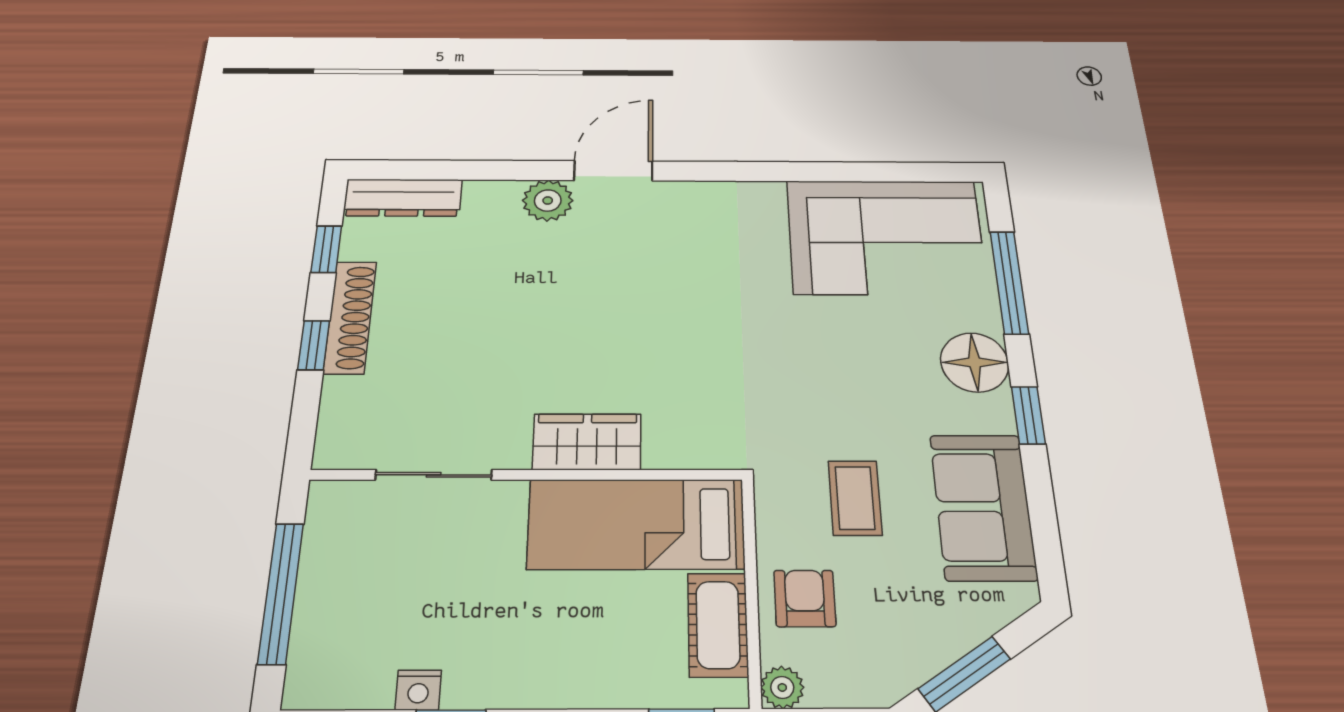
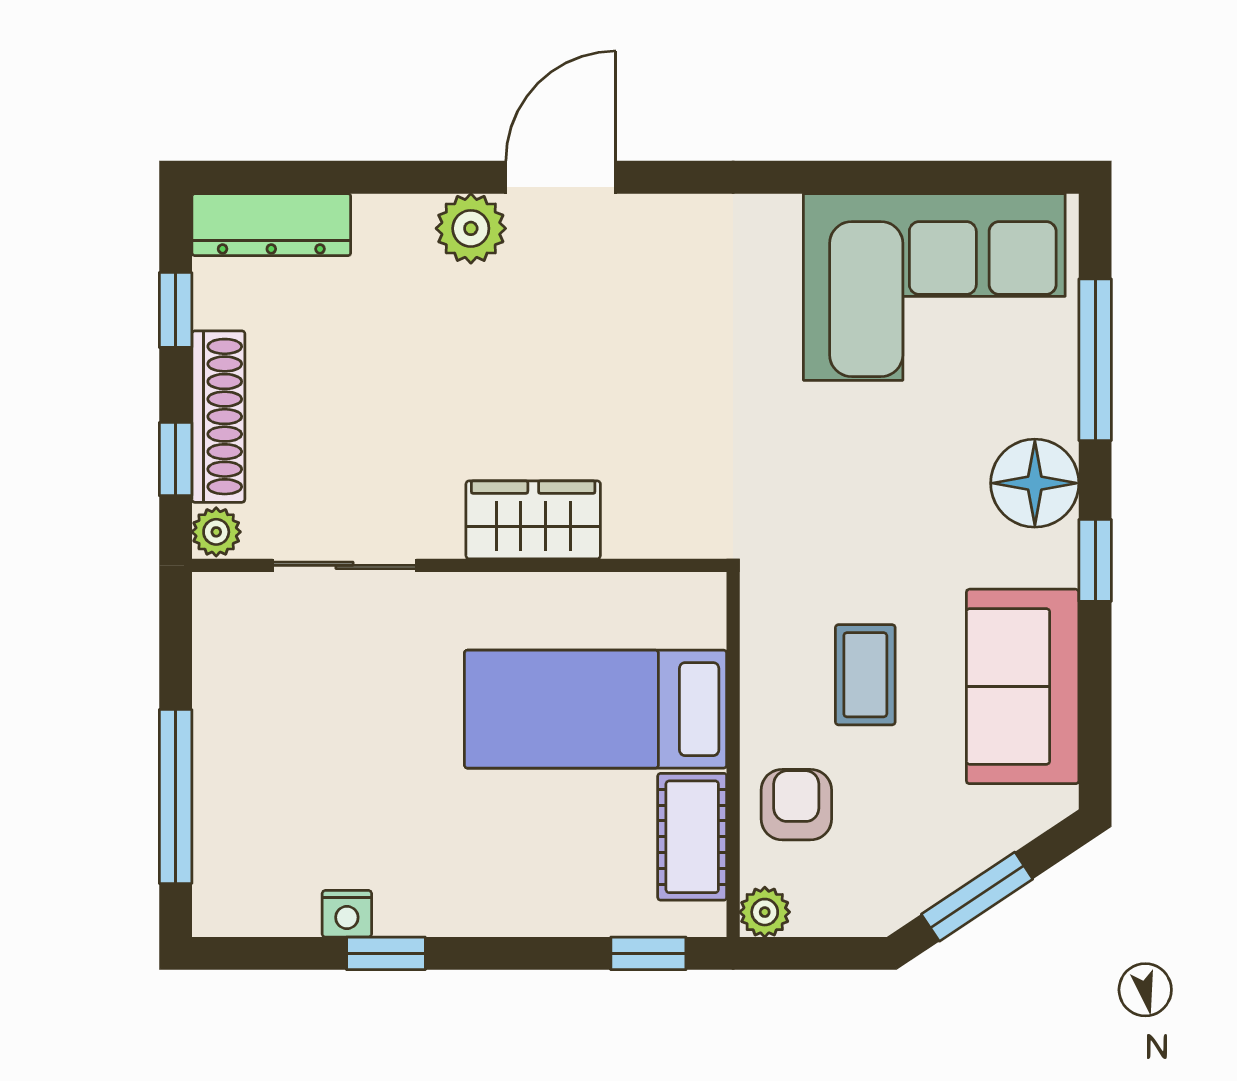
plant: (339, 395) -> (216, 532), added
wardrobe: (587, 442) -> (533, 520), moved
sliding door: (434, 475) -> (344, 565), moved
wall: (527, 475) -> (459, 565), moved

